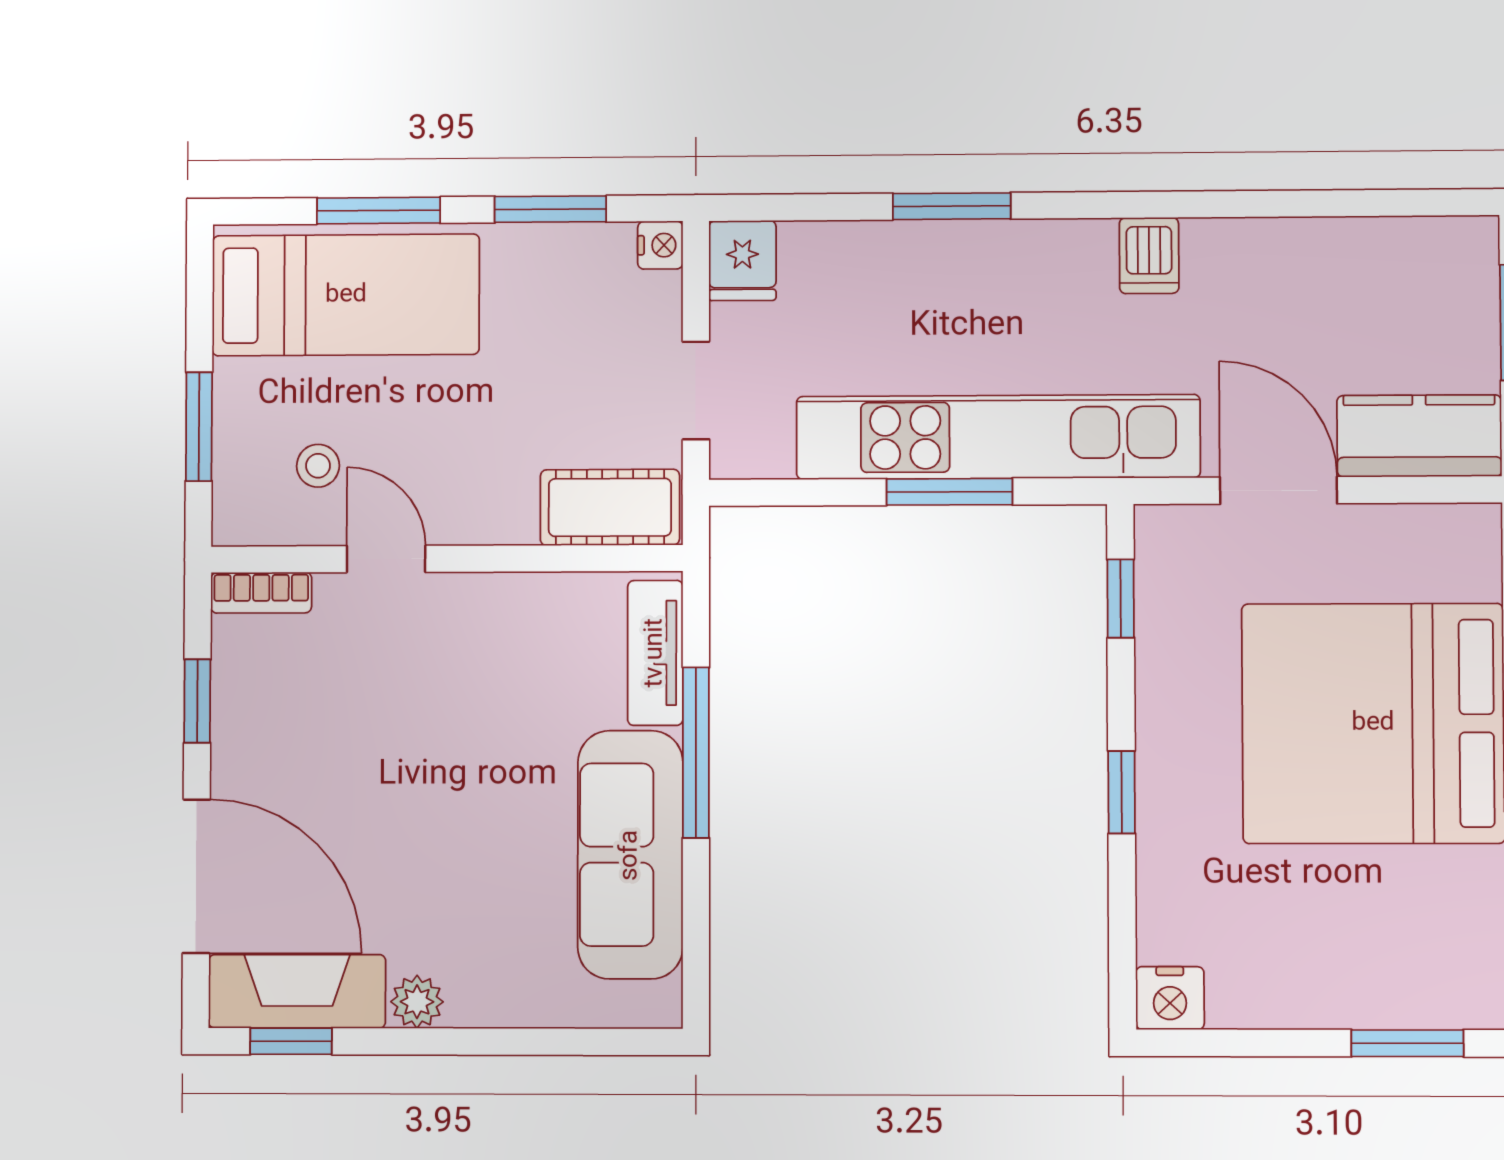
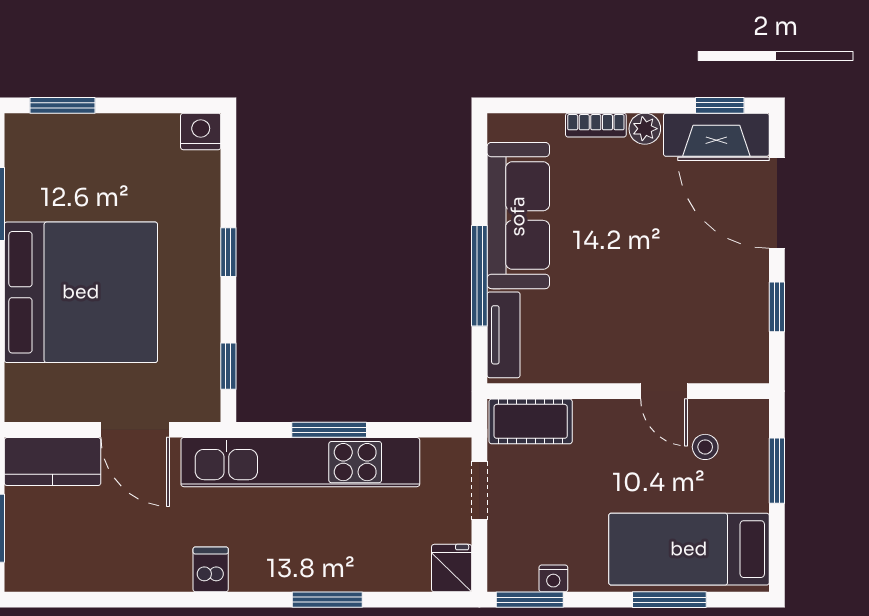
window: (550, 209) -> (530, 600), moved
nightstand: (660, 245) -> (553, 578), moved, turned -90
bookcase: (261, 593) -> (596, 125), moved, turned 180

